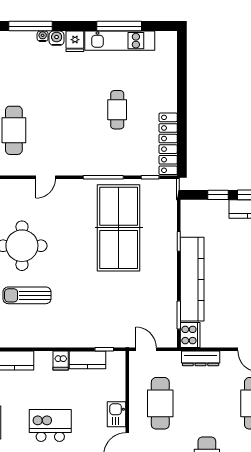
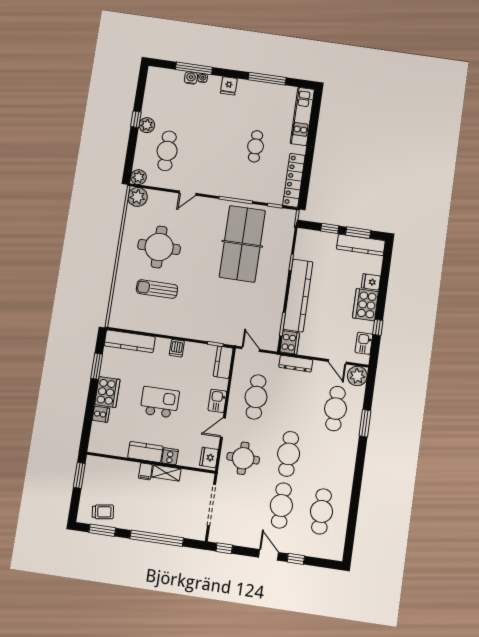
water cooler: (57, 38) -> (191, 78), moved
kitchen unit: (120, 41) -> (302, 116), moved, turned 90
kitchen counter: (87, 360) -> (223, 362), moved, turned 90

